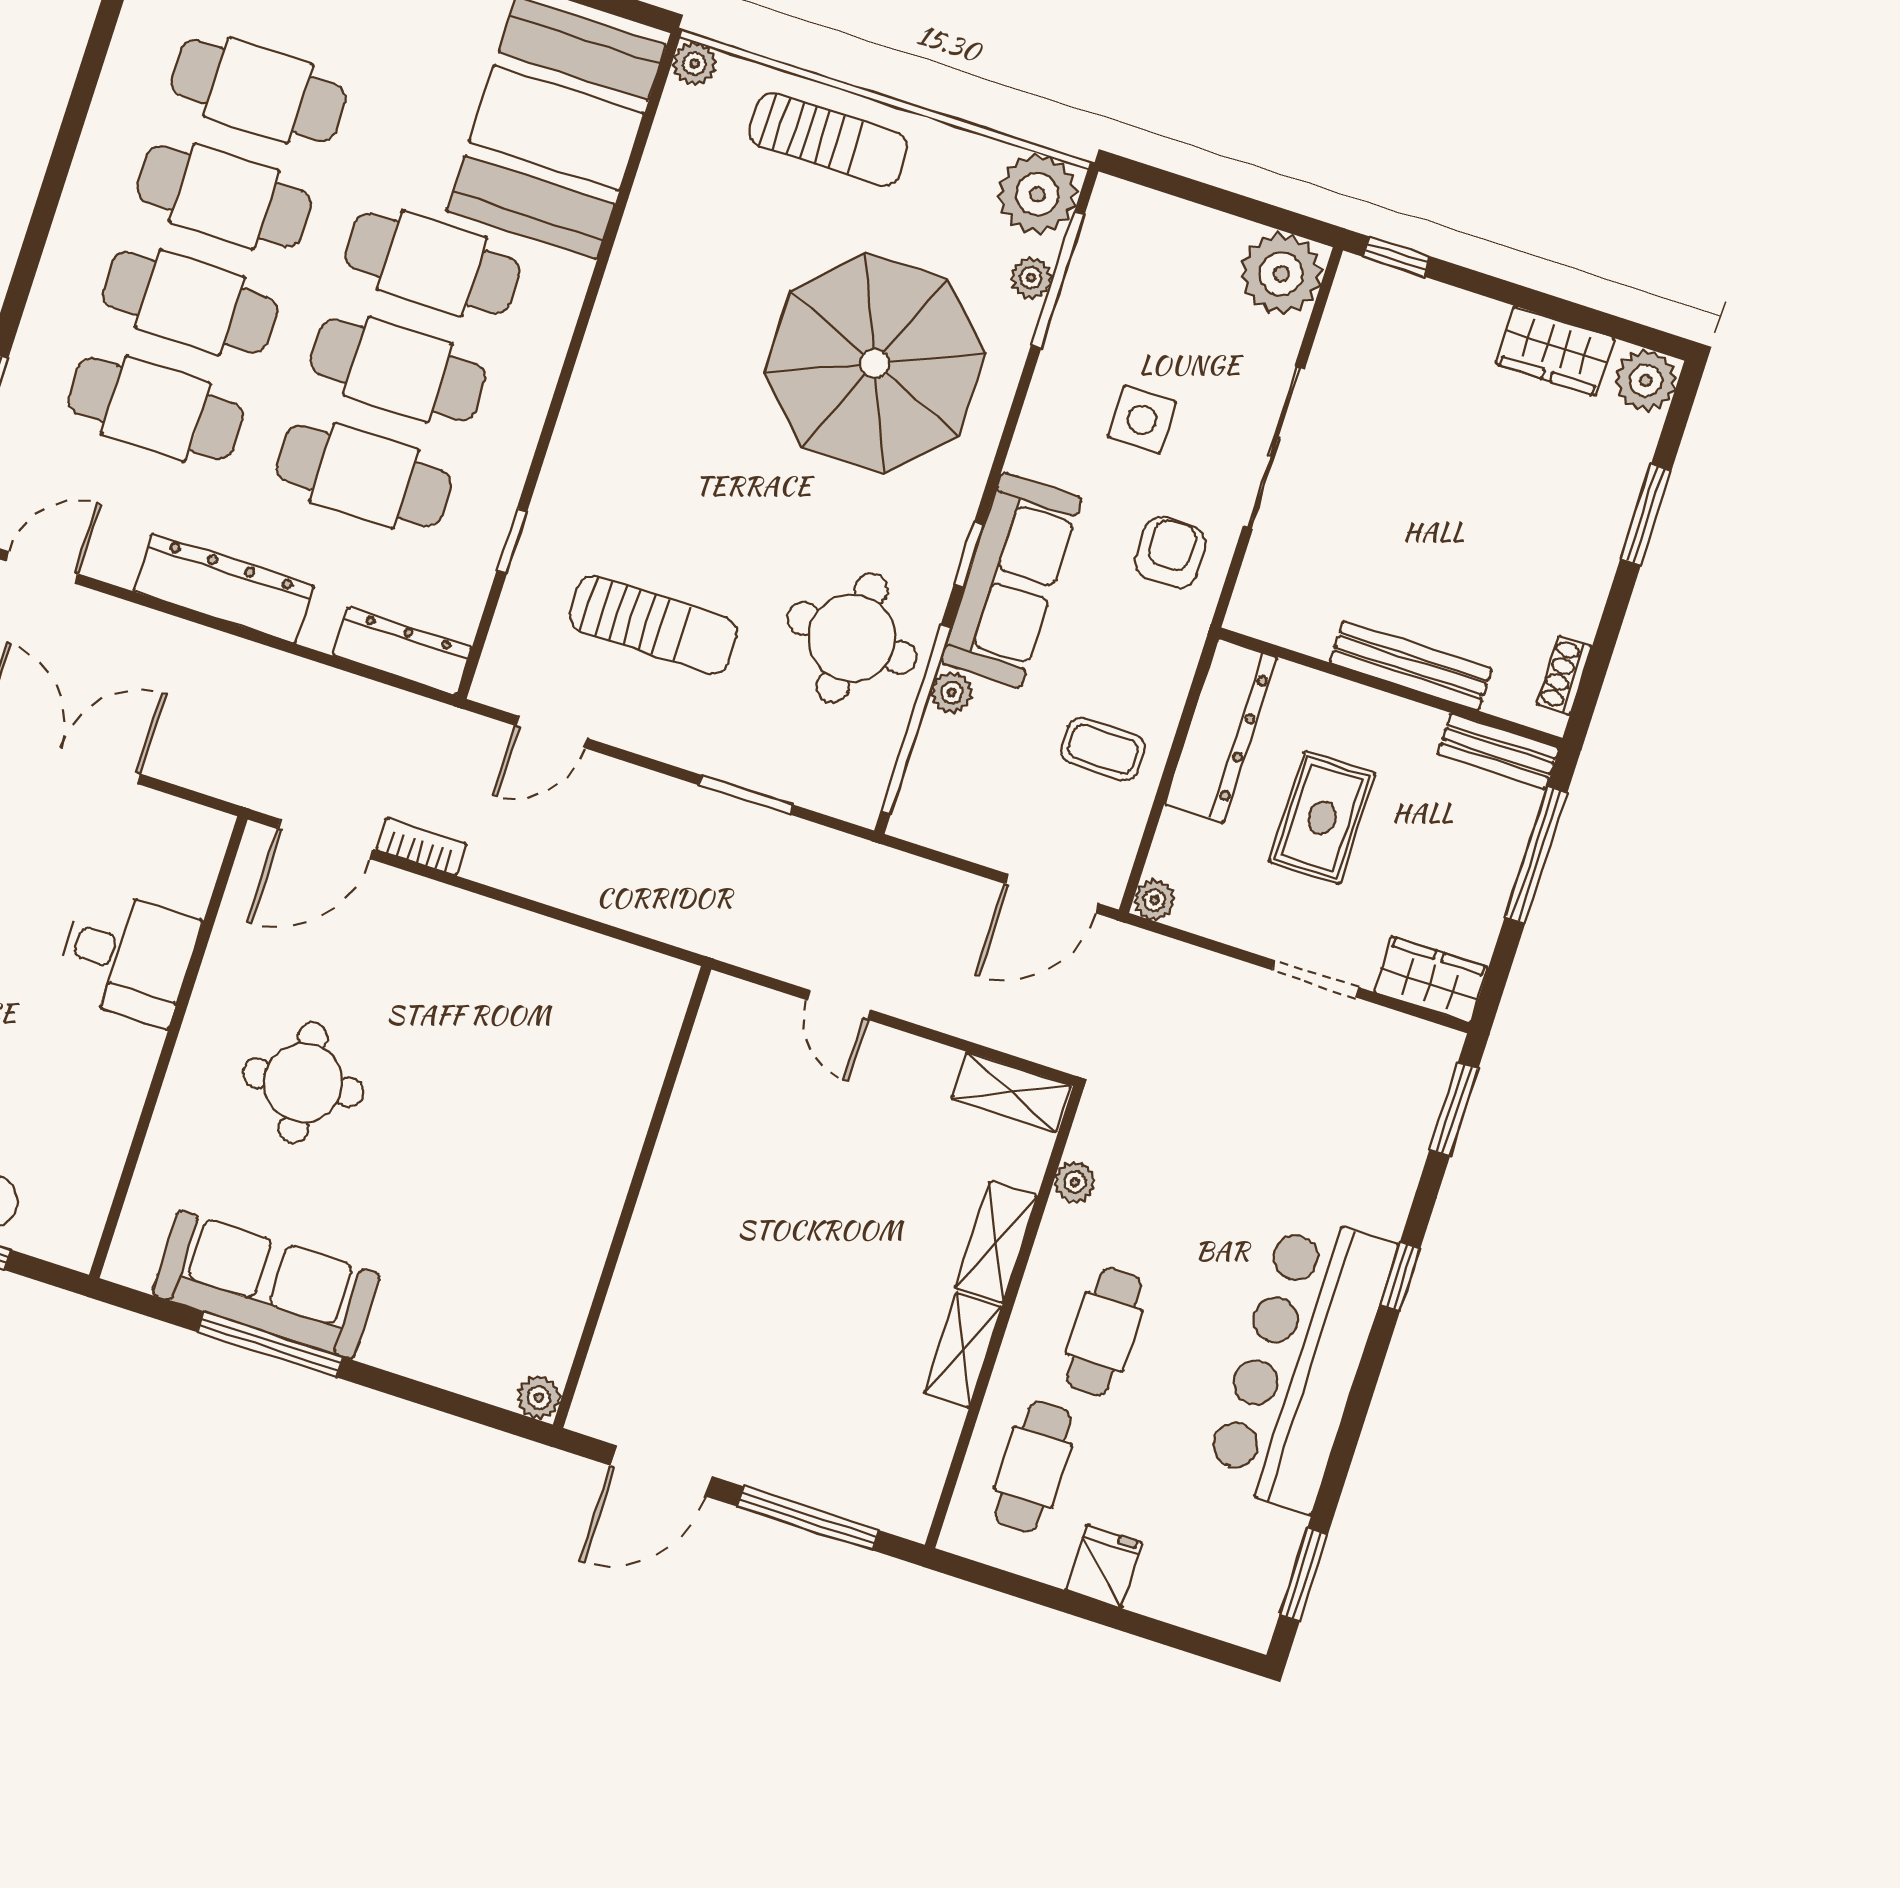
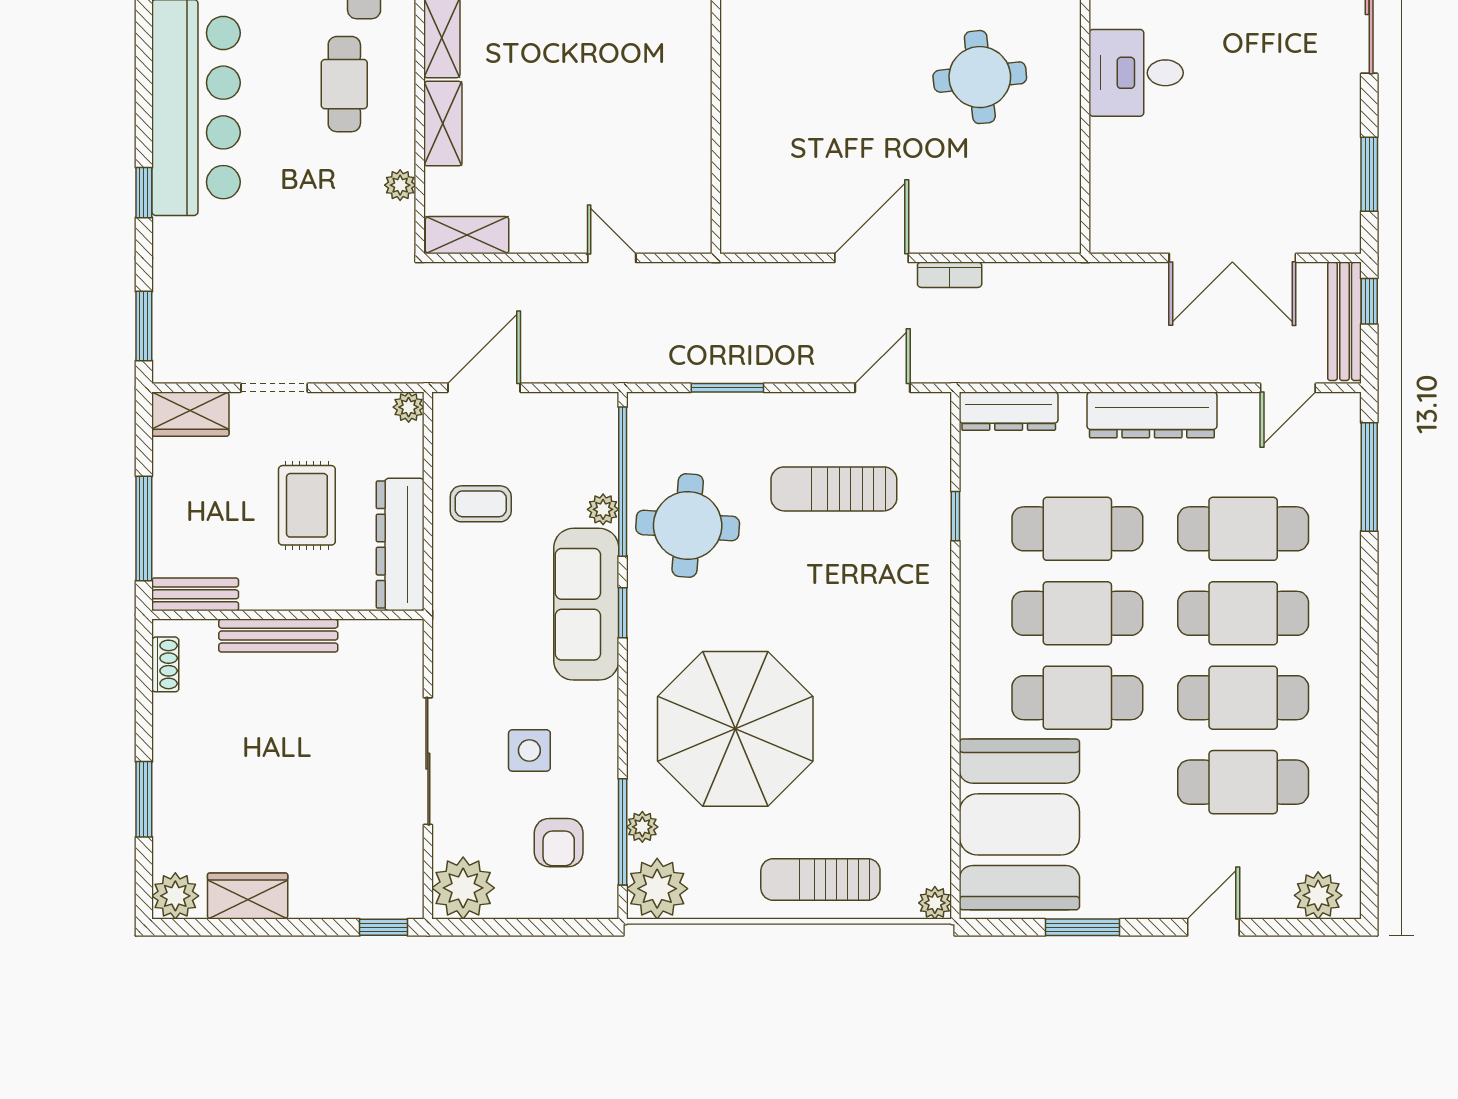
armchair: (1170, 552) -> (559, 843), moved
door: (325, 839) -> (872, 258), moved
desk: (127, 956) -> (1136, 73), moved

